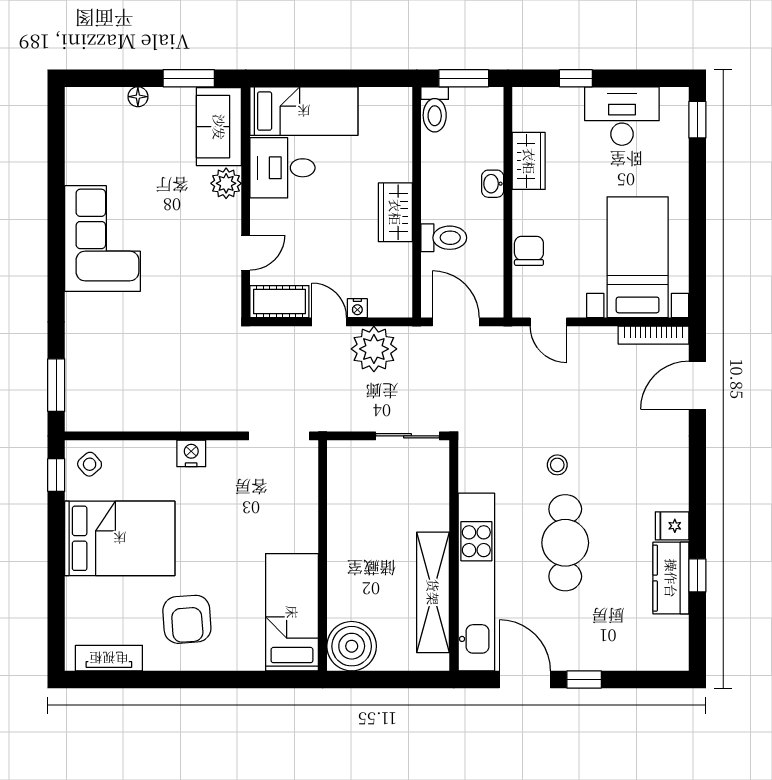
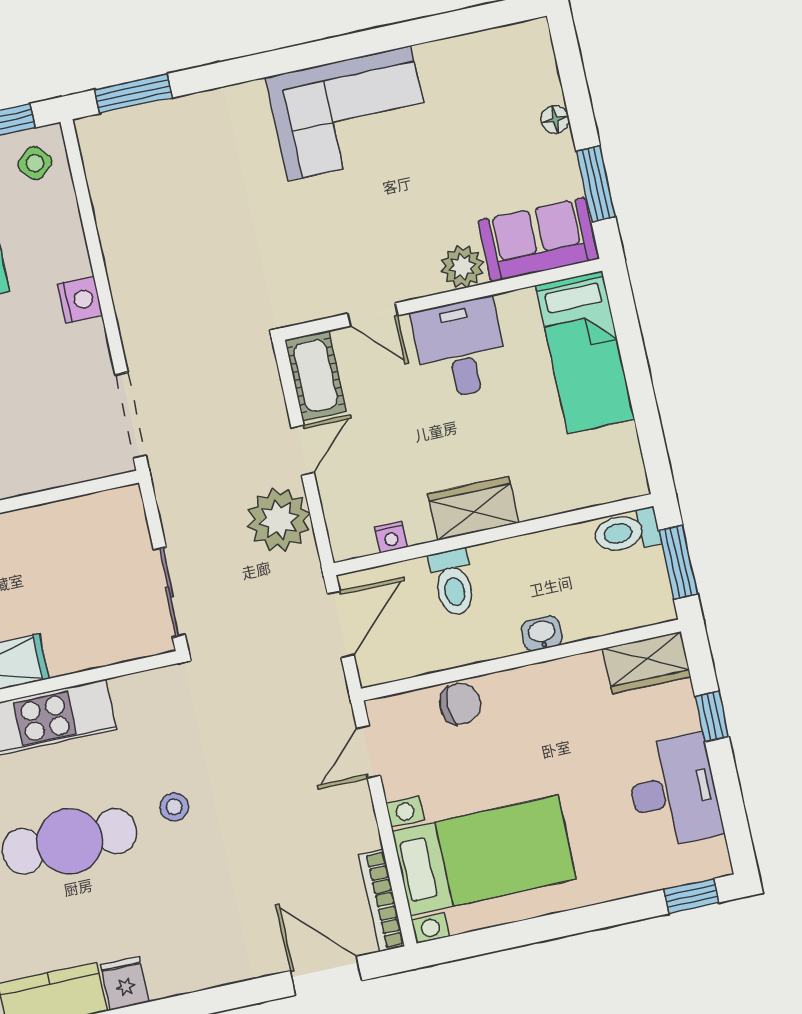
wardrobe: (529, 161) -> (647, 663), moved
desk: (283, 168) -> (460, 349), moved
nightstand: (357, 308) -> (391, 537), moved, turned -90

